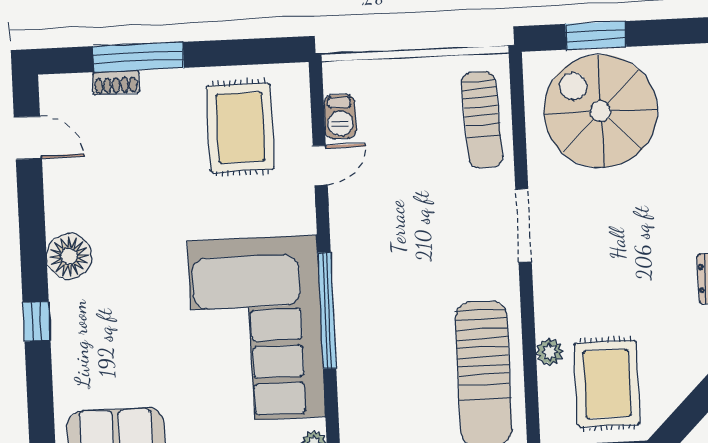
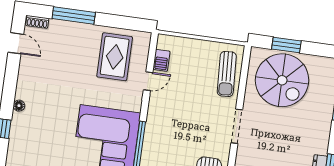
shoe rack: (116, 82) -> (37, 22), moved
spiral stairs: (601, 111) -> (282, 80), turned 180
floor lamp: (69, 256) -> (19, 106), width x0.53, depth x0.53

